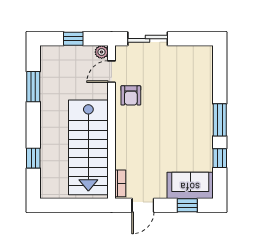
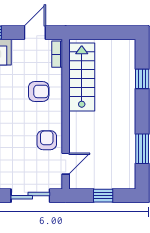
plant: (102, 52) -> (75, 183), removed
armchair: (139, 145) -> (39, 91), added
stairs: (88, 147) -> (82, 77), width x0.73, depth x0.66

